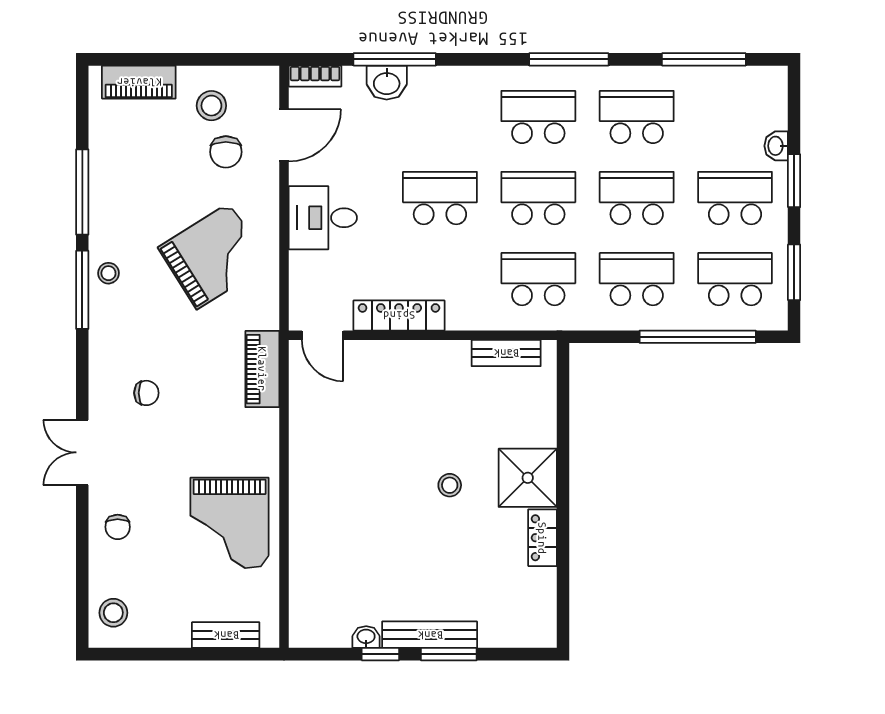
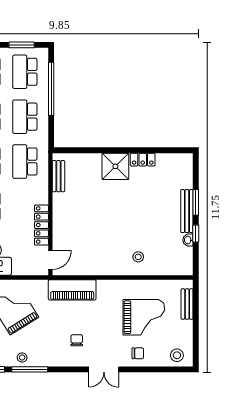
piano: (262, 369) -> (72, 290), width x1.37, depth x1.33
stool: (450, 485) -> (138, 257), moved
grand piano: (230, 523) -> (144, 317), moved

